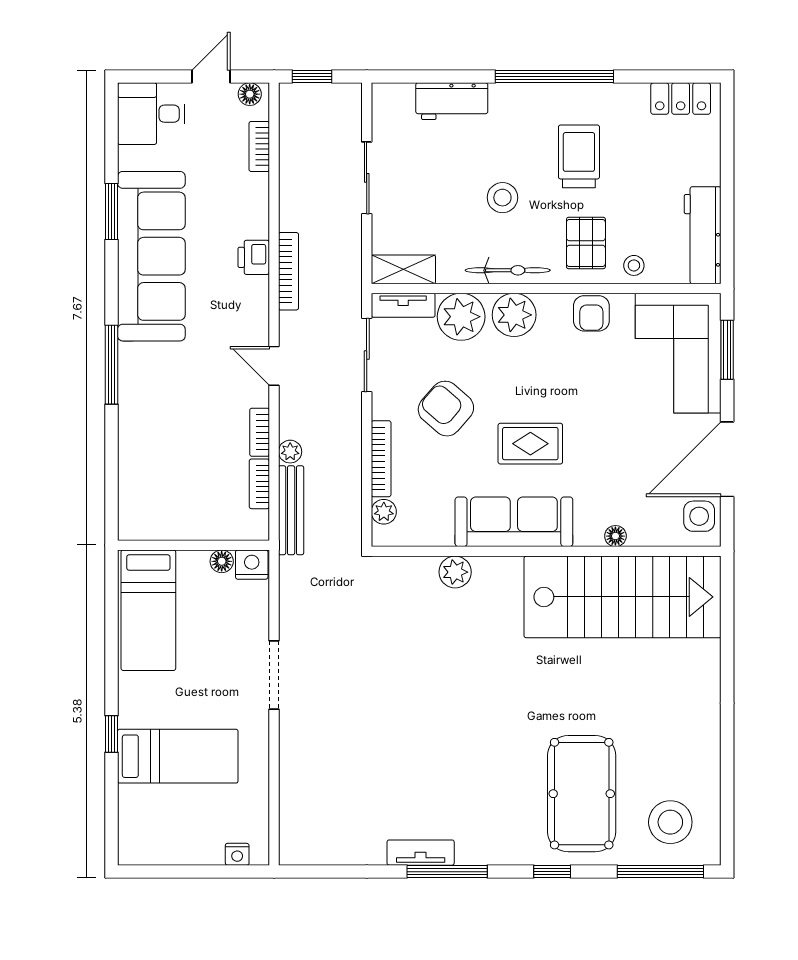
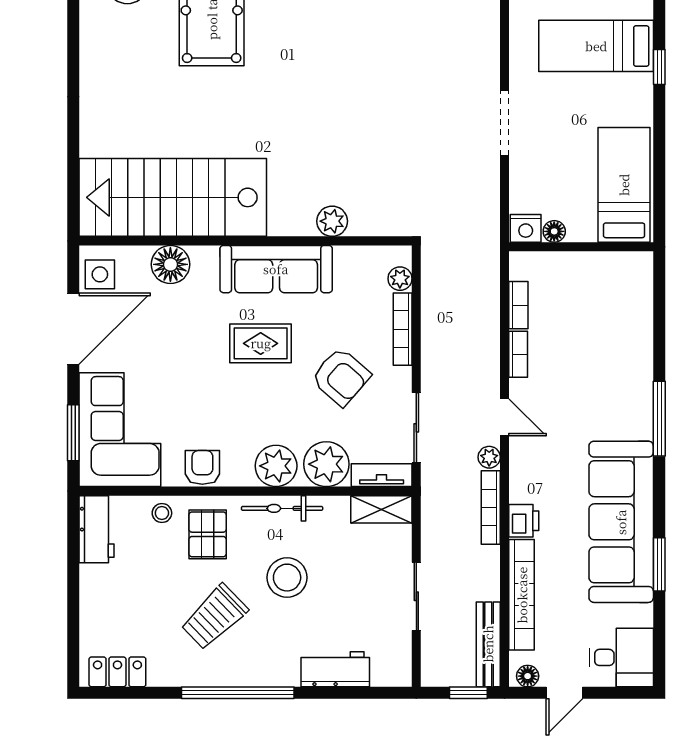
bookcase: (259, 146) -> (522, 595), width x2.31, depth x1.31
trolley: (579, 156) -> (214, 617), turned 46
stool: (502, 198) -> (287, 578), width x1.38, depth x1.38
workbench: (703, 235) -> (97, 529), width x0.73
plant: (290, 452) -> (489, 457), moved
bench: (291, 510) -> (488, 644), moved
floor lamp: (615, 536) -> (170, 264), width x1.89, depth x1.89

